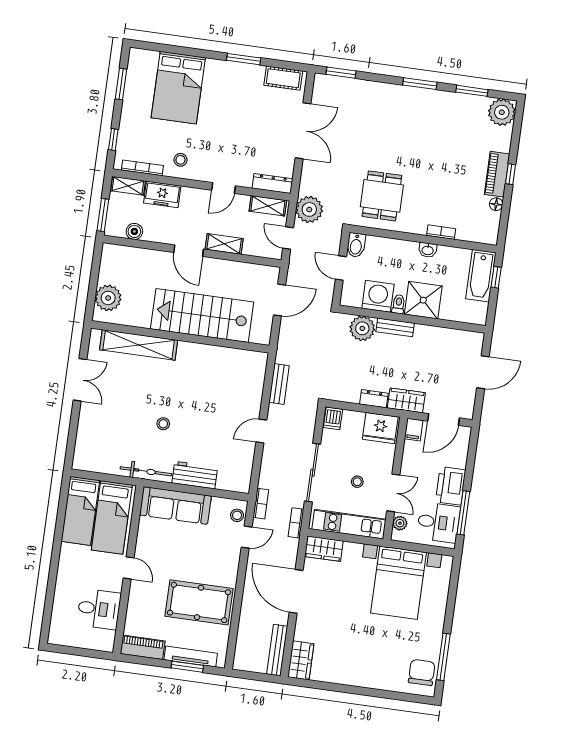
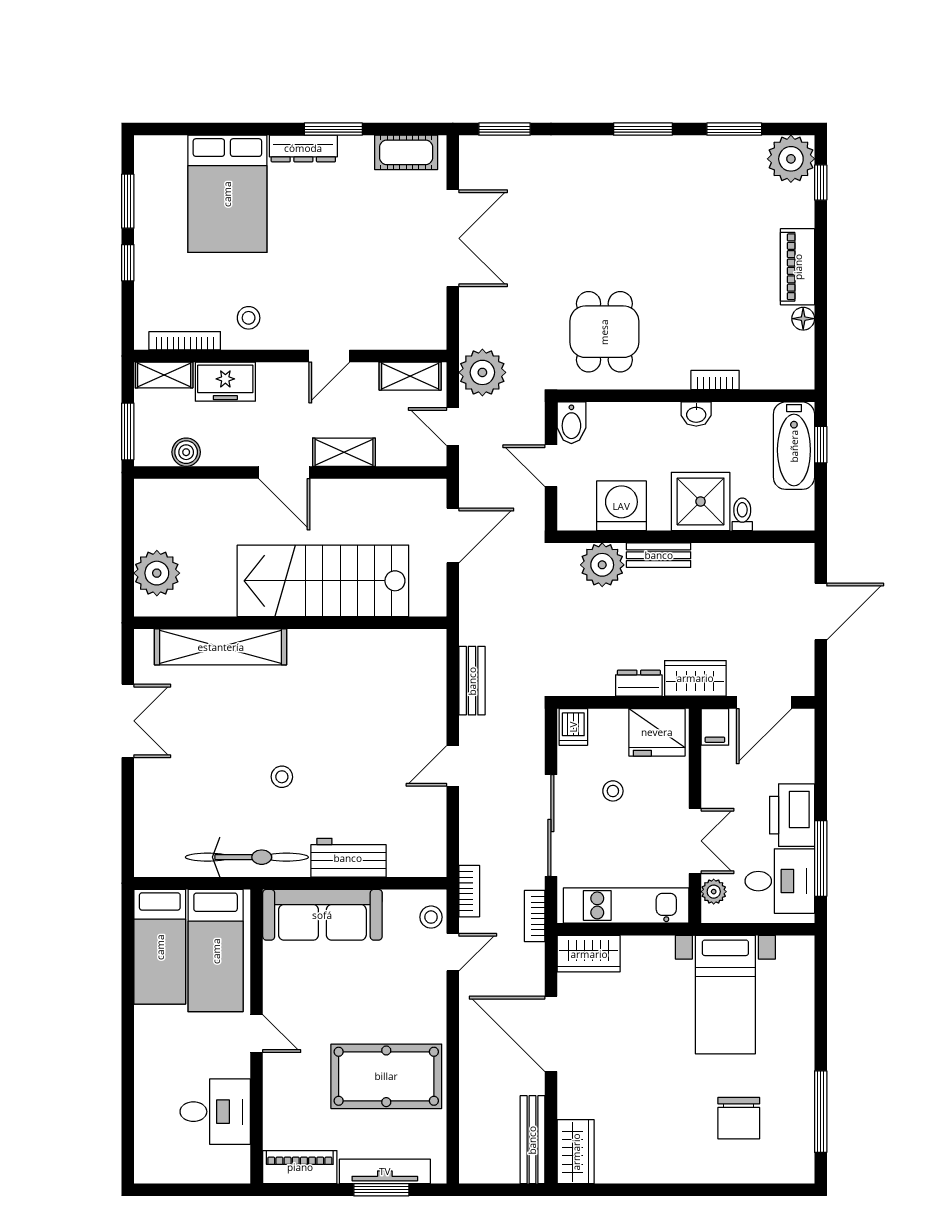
window: (113, 140) -> (128, 263), moved
window: (510, 174) -> (821, 183), moved
dresser: (272, 184) -> (303, 148), moved, turned 180
toilet: (399, 304) -> (742, 514), moved
bicycle: (146, 471) -> (247, 857), width x1.37, depth x1.40
stool: (357, 482) -> (613, 791), moved
bed with nightstands: (398, 583) -> (725, 995), width x0.73
chair: (422, 672) -> (739, 1118), moved, turned 180

